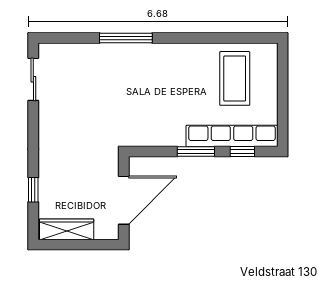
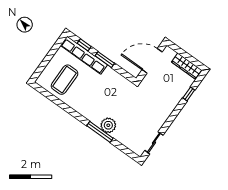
plant: (120, 57) -> (108, 125), added

